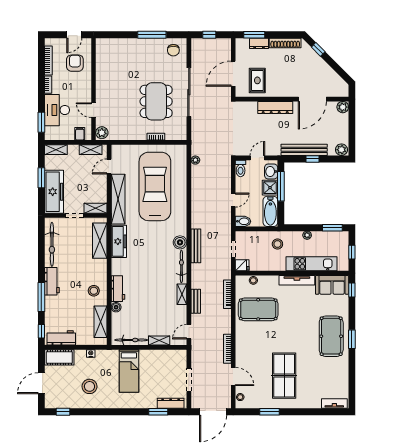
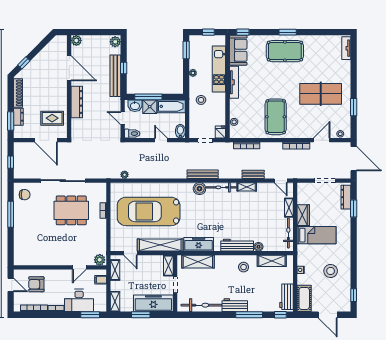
workbench: (118, 289) -> (237, 245), width x1.38
pool table: (258, 309) -> (276, 117), moved
wardrobe: (151, 356) -> (303, 215), added

